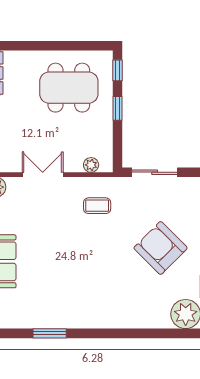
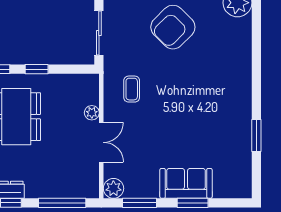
plant: (91, 165) -> (92, 113), moved
double door: (43, 175) -> (101, 142), swing flipped

